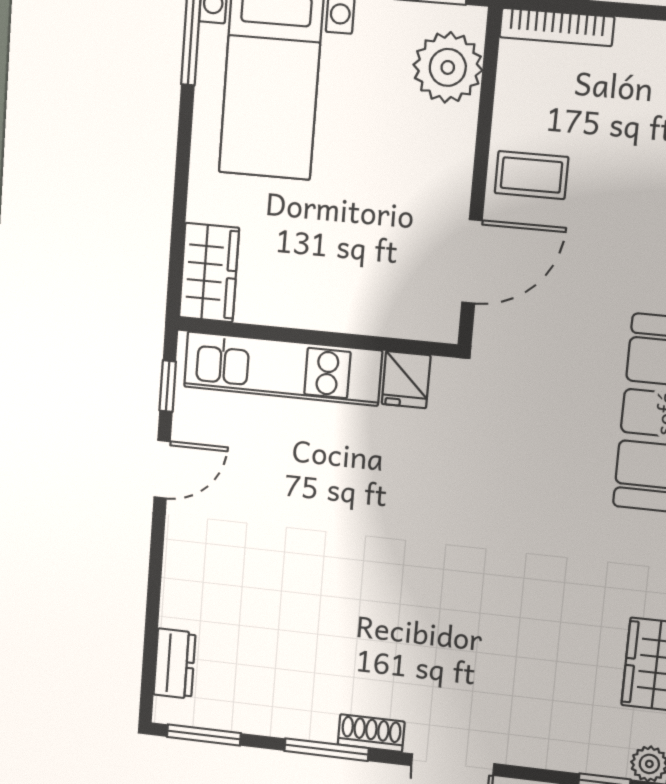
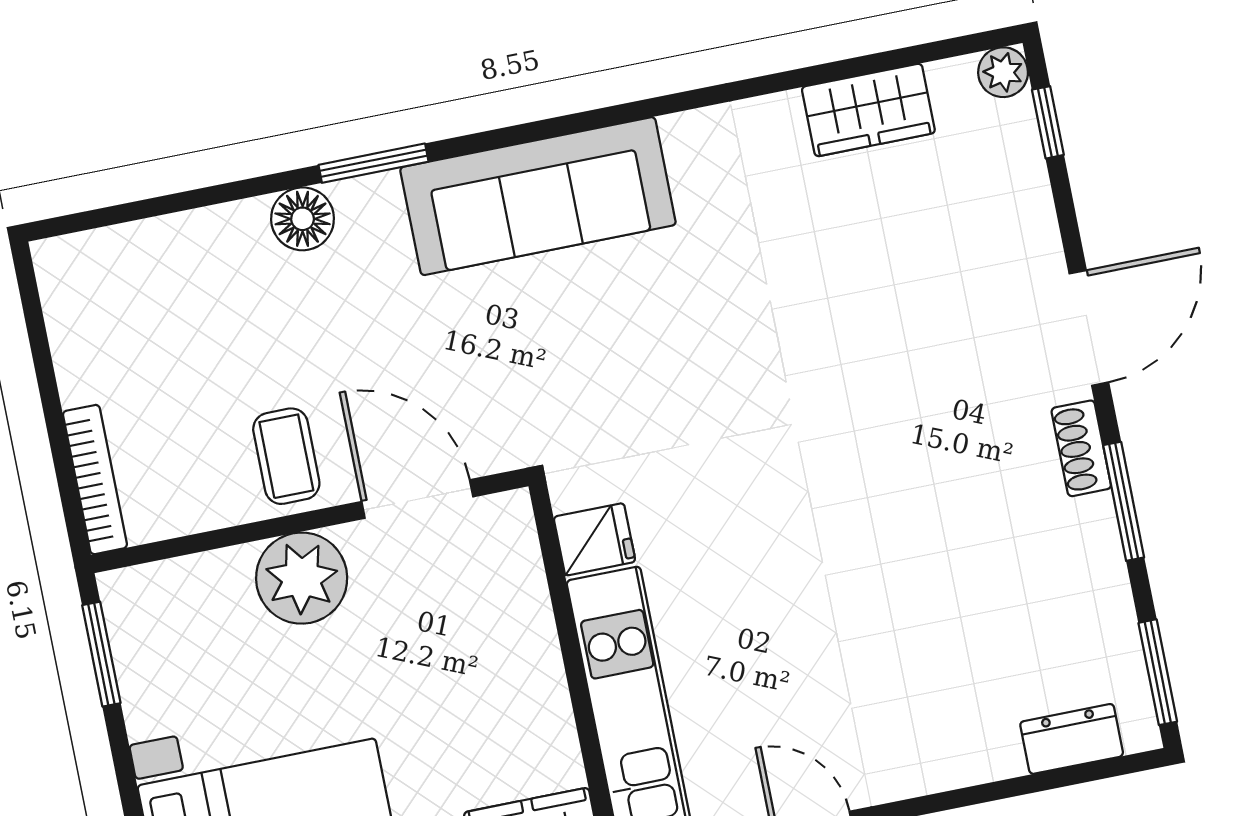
plant: (448, 67) -> (302, 578), moved

